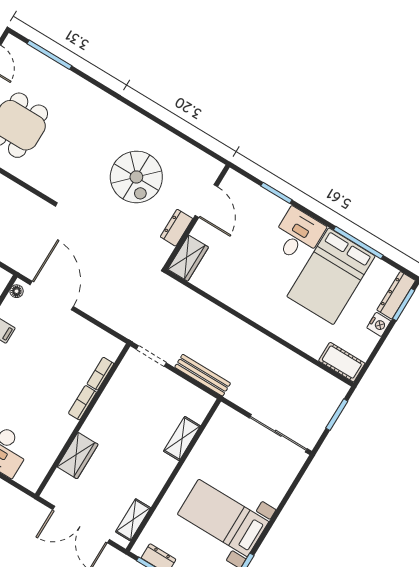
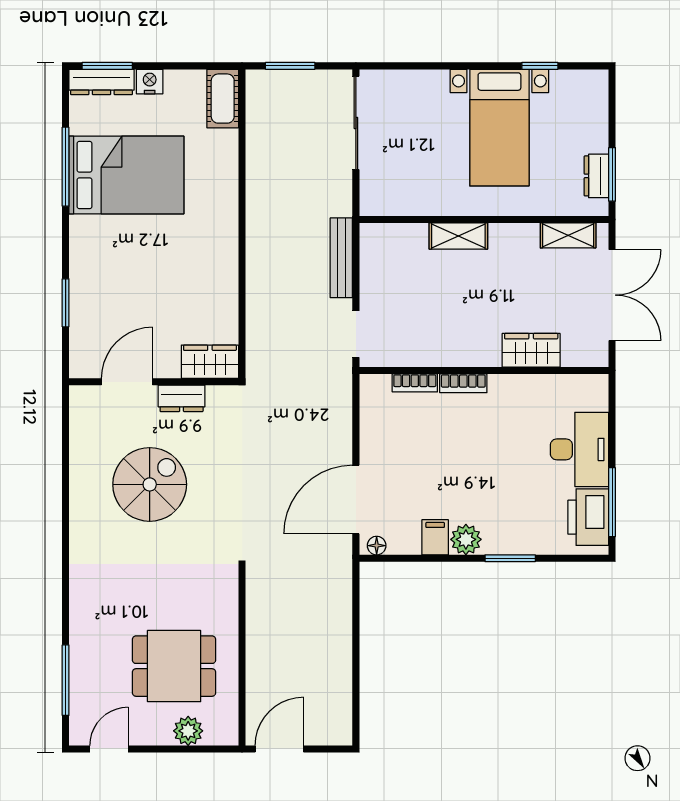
desk: (298, 235) -> (101, 246), removed
shelving: (182, 439) -> (458, 236), moved

